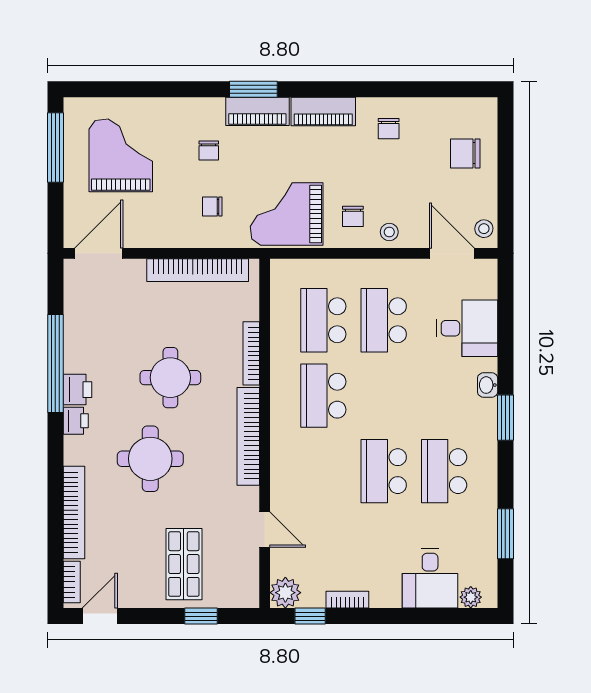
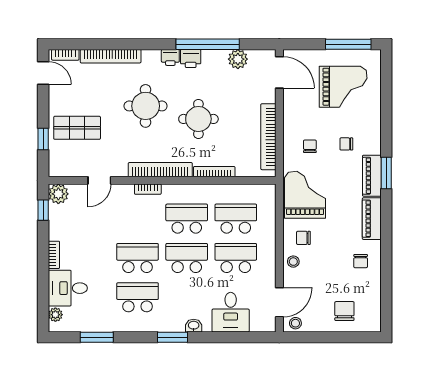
chair: (389, 129) -> (361, 261), turned -90
plant: (78, 317) -> (238, 59), added
school desk: (384, 396) -> (187, 258), added
bookcase: (278, 455) -> (148, 189), added
bookcase: (347, 600) -> (54, 255), moved

